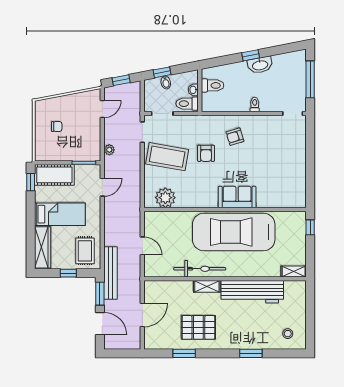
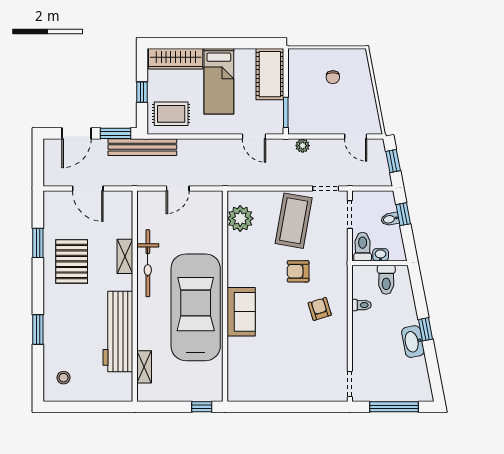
toilet: (255, 104) -> (362, 305), moved
window: (31, 182) -> (260, 43), removed
shelving: (294, 272) -> (144, 367), moved
shelving: (207, 286) -> (125, 256), moved

